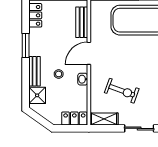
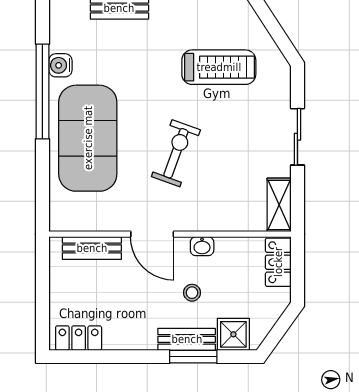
window: (26, 46) -> (193, 357), moved
exercise bike: (122, 91) -> (176, 153), moved

